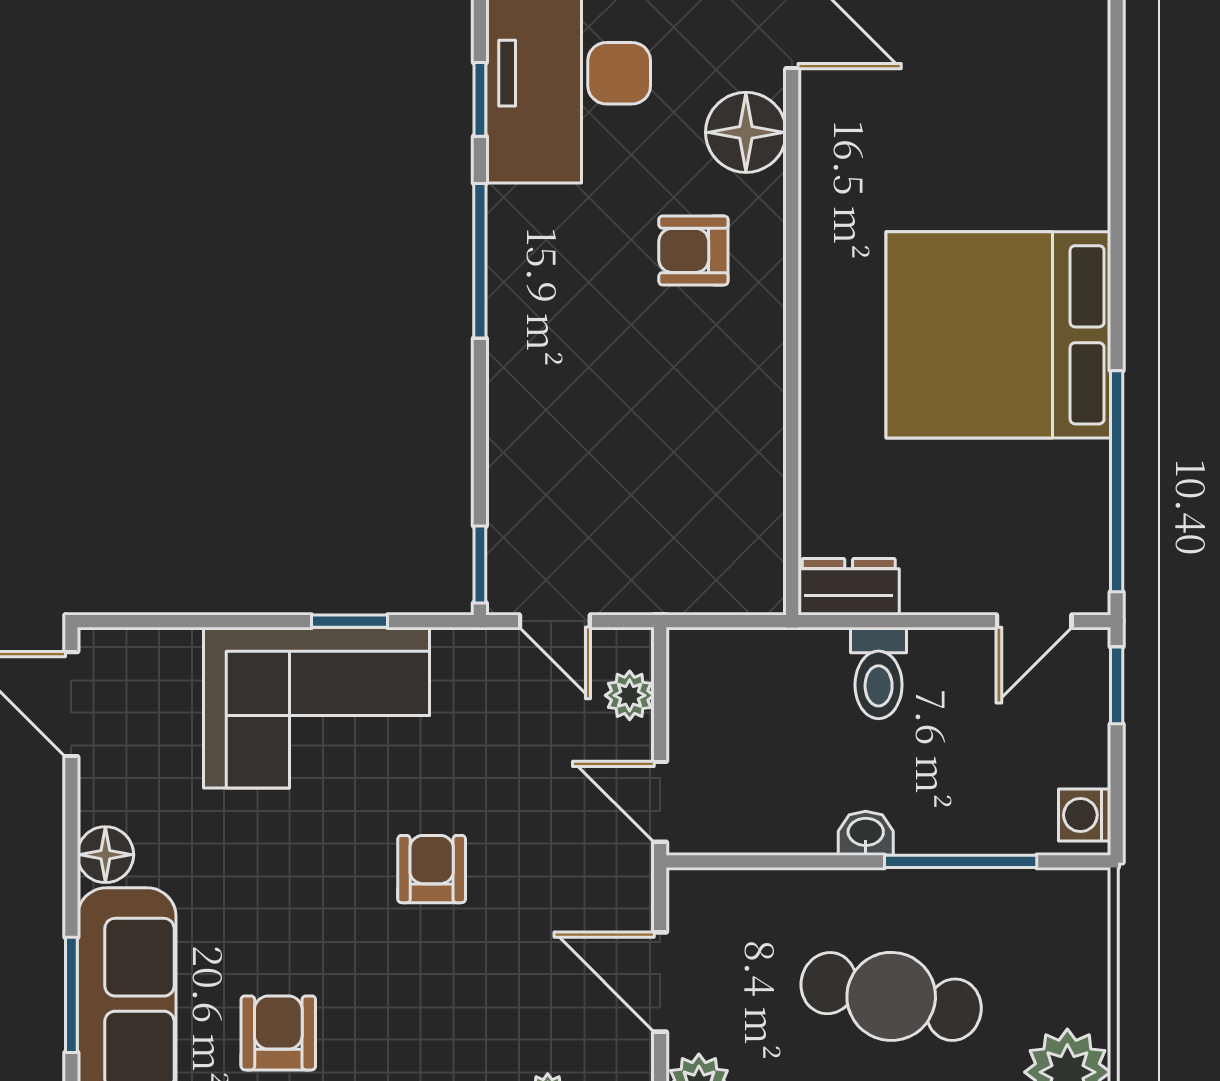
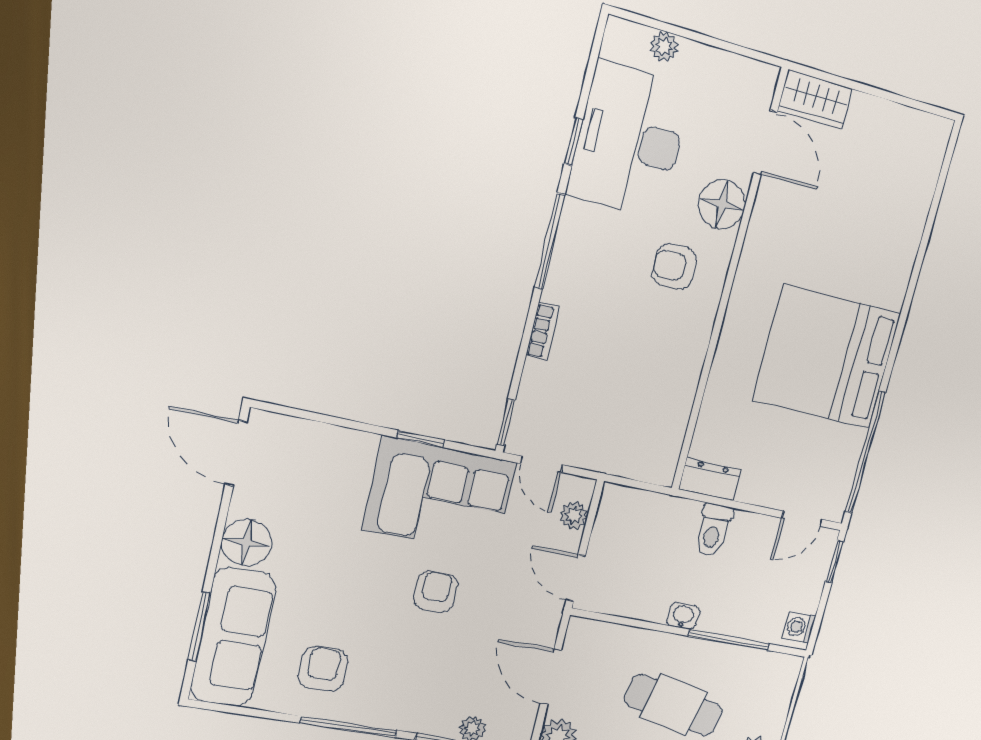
bookcase: (504, 405) -> (543, 331), added
corner sofa: (317, 708) -> (440, 496), moved
floor lamp: (105, 855) -> (247, 543), width x1.38, depth x1.38

